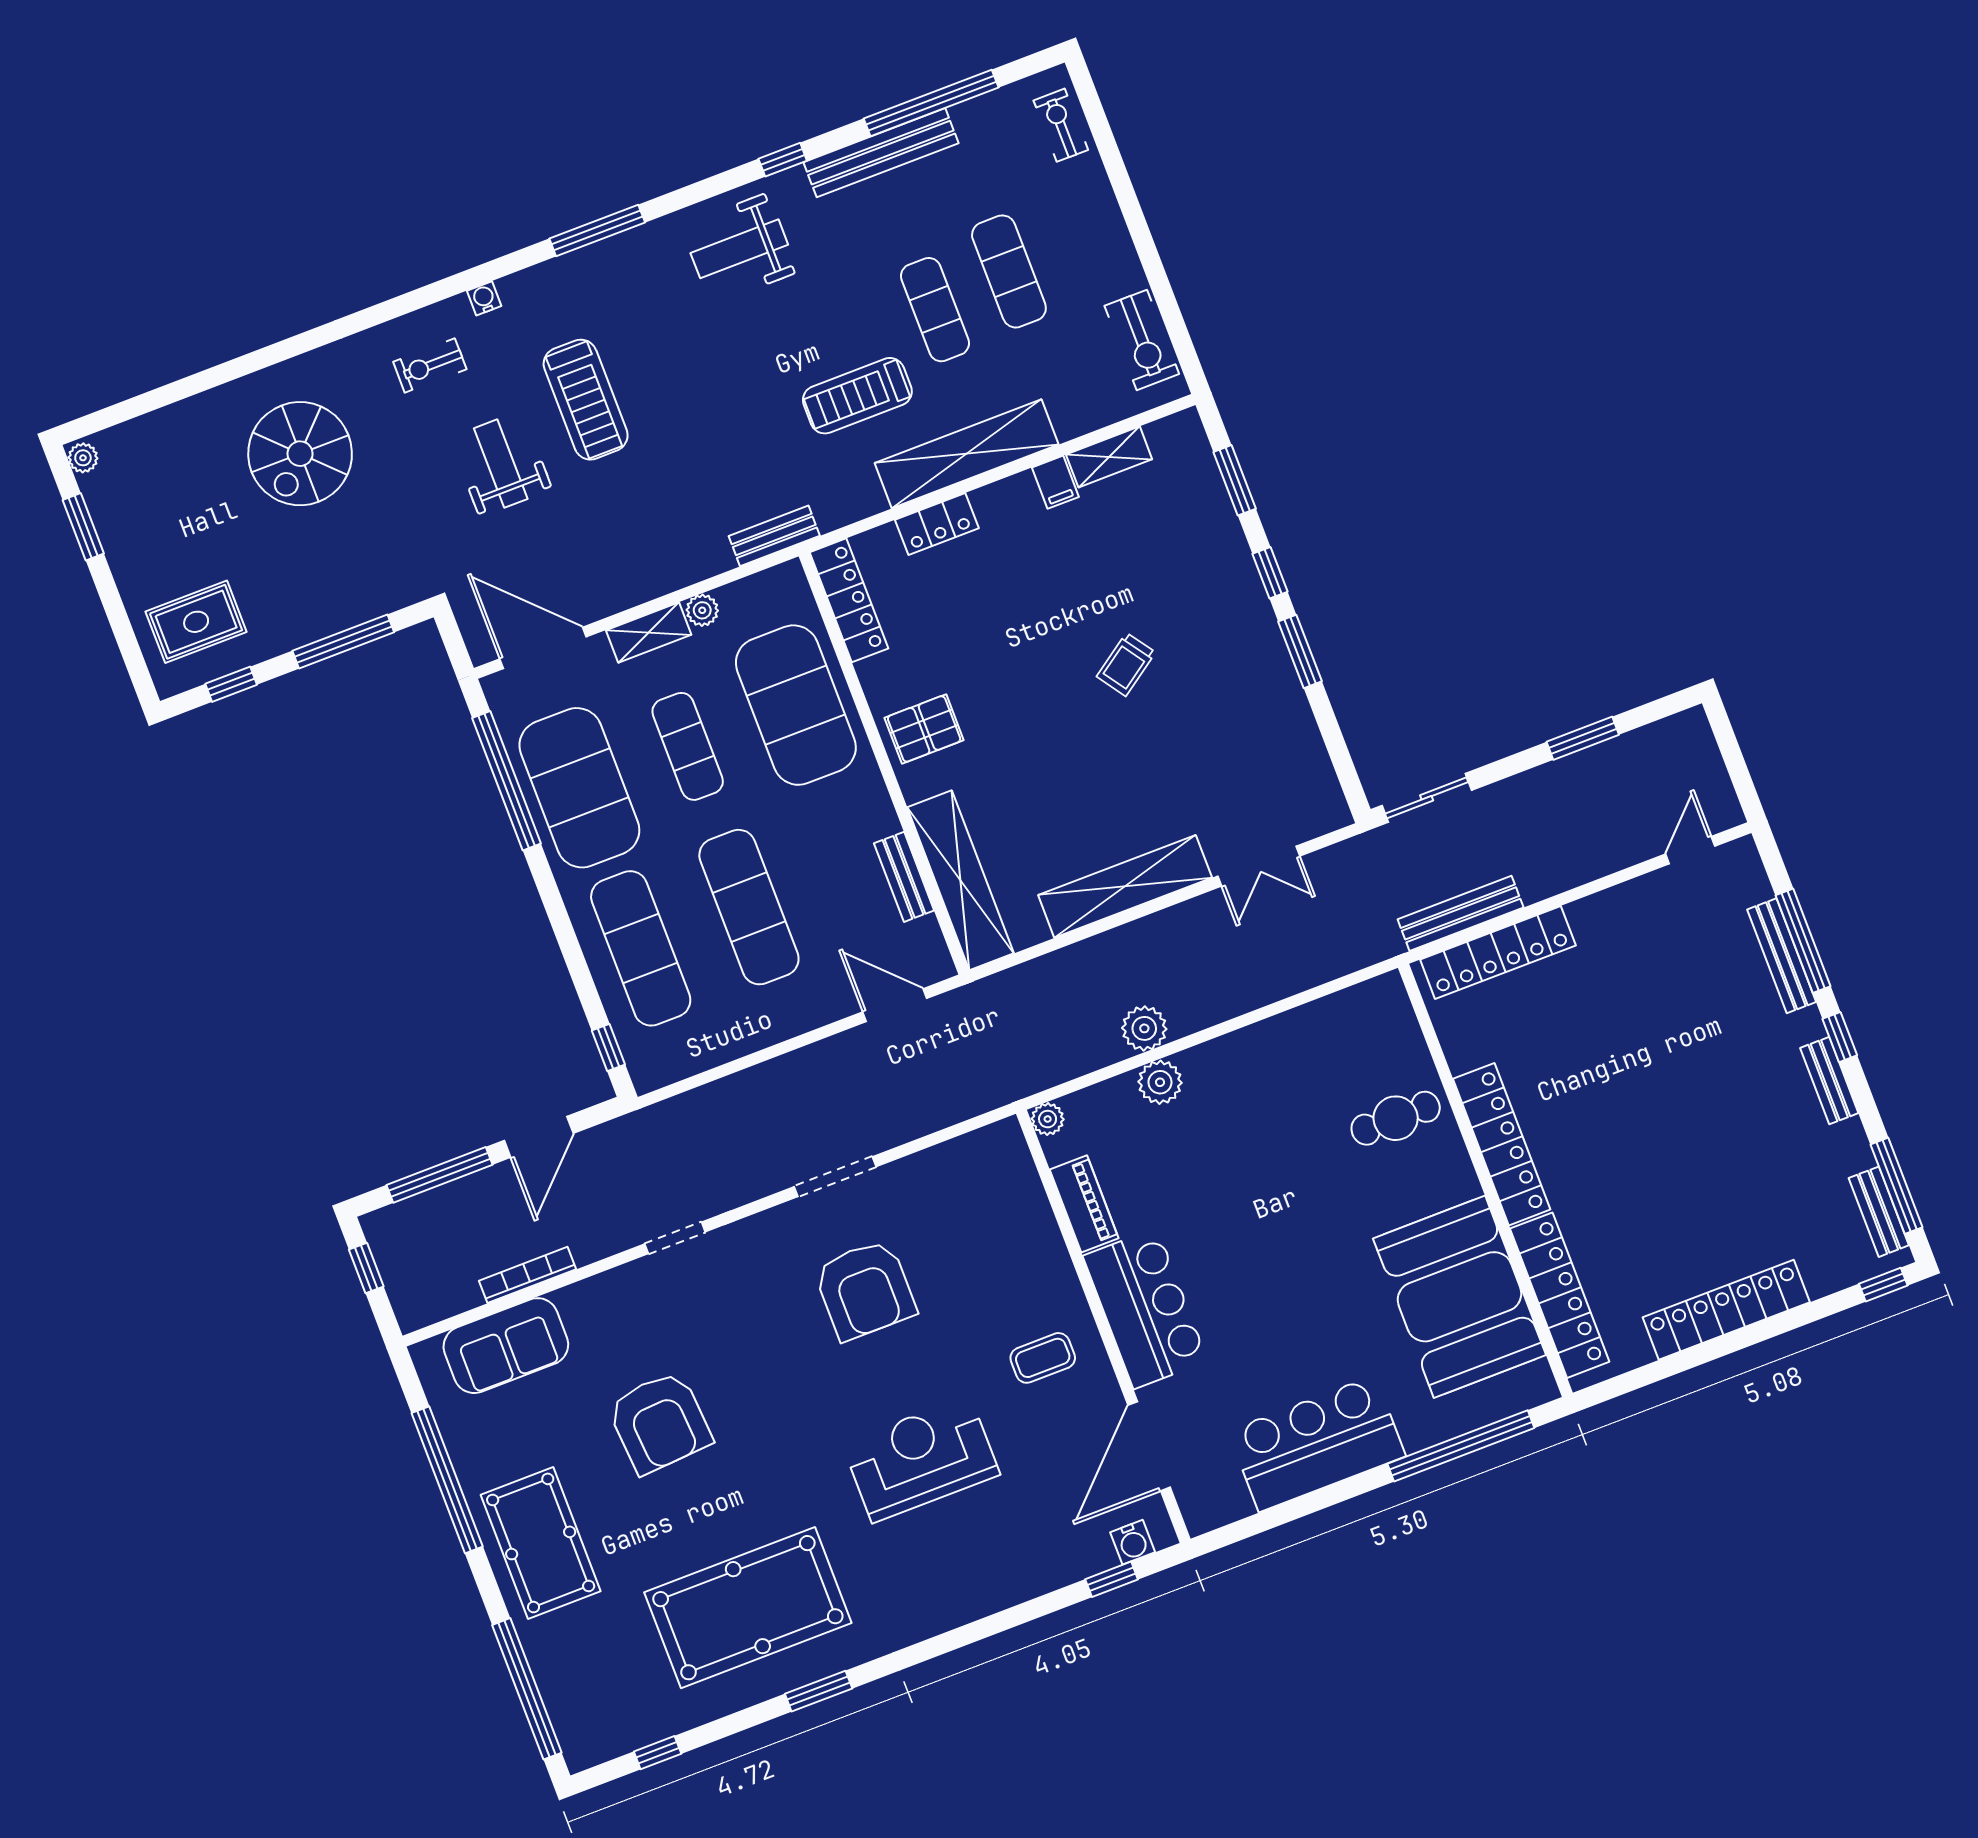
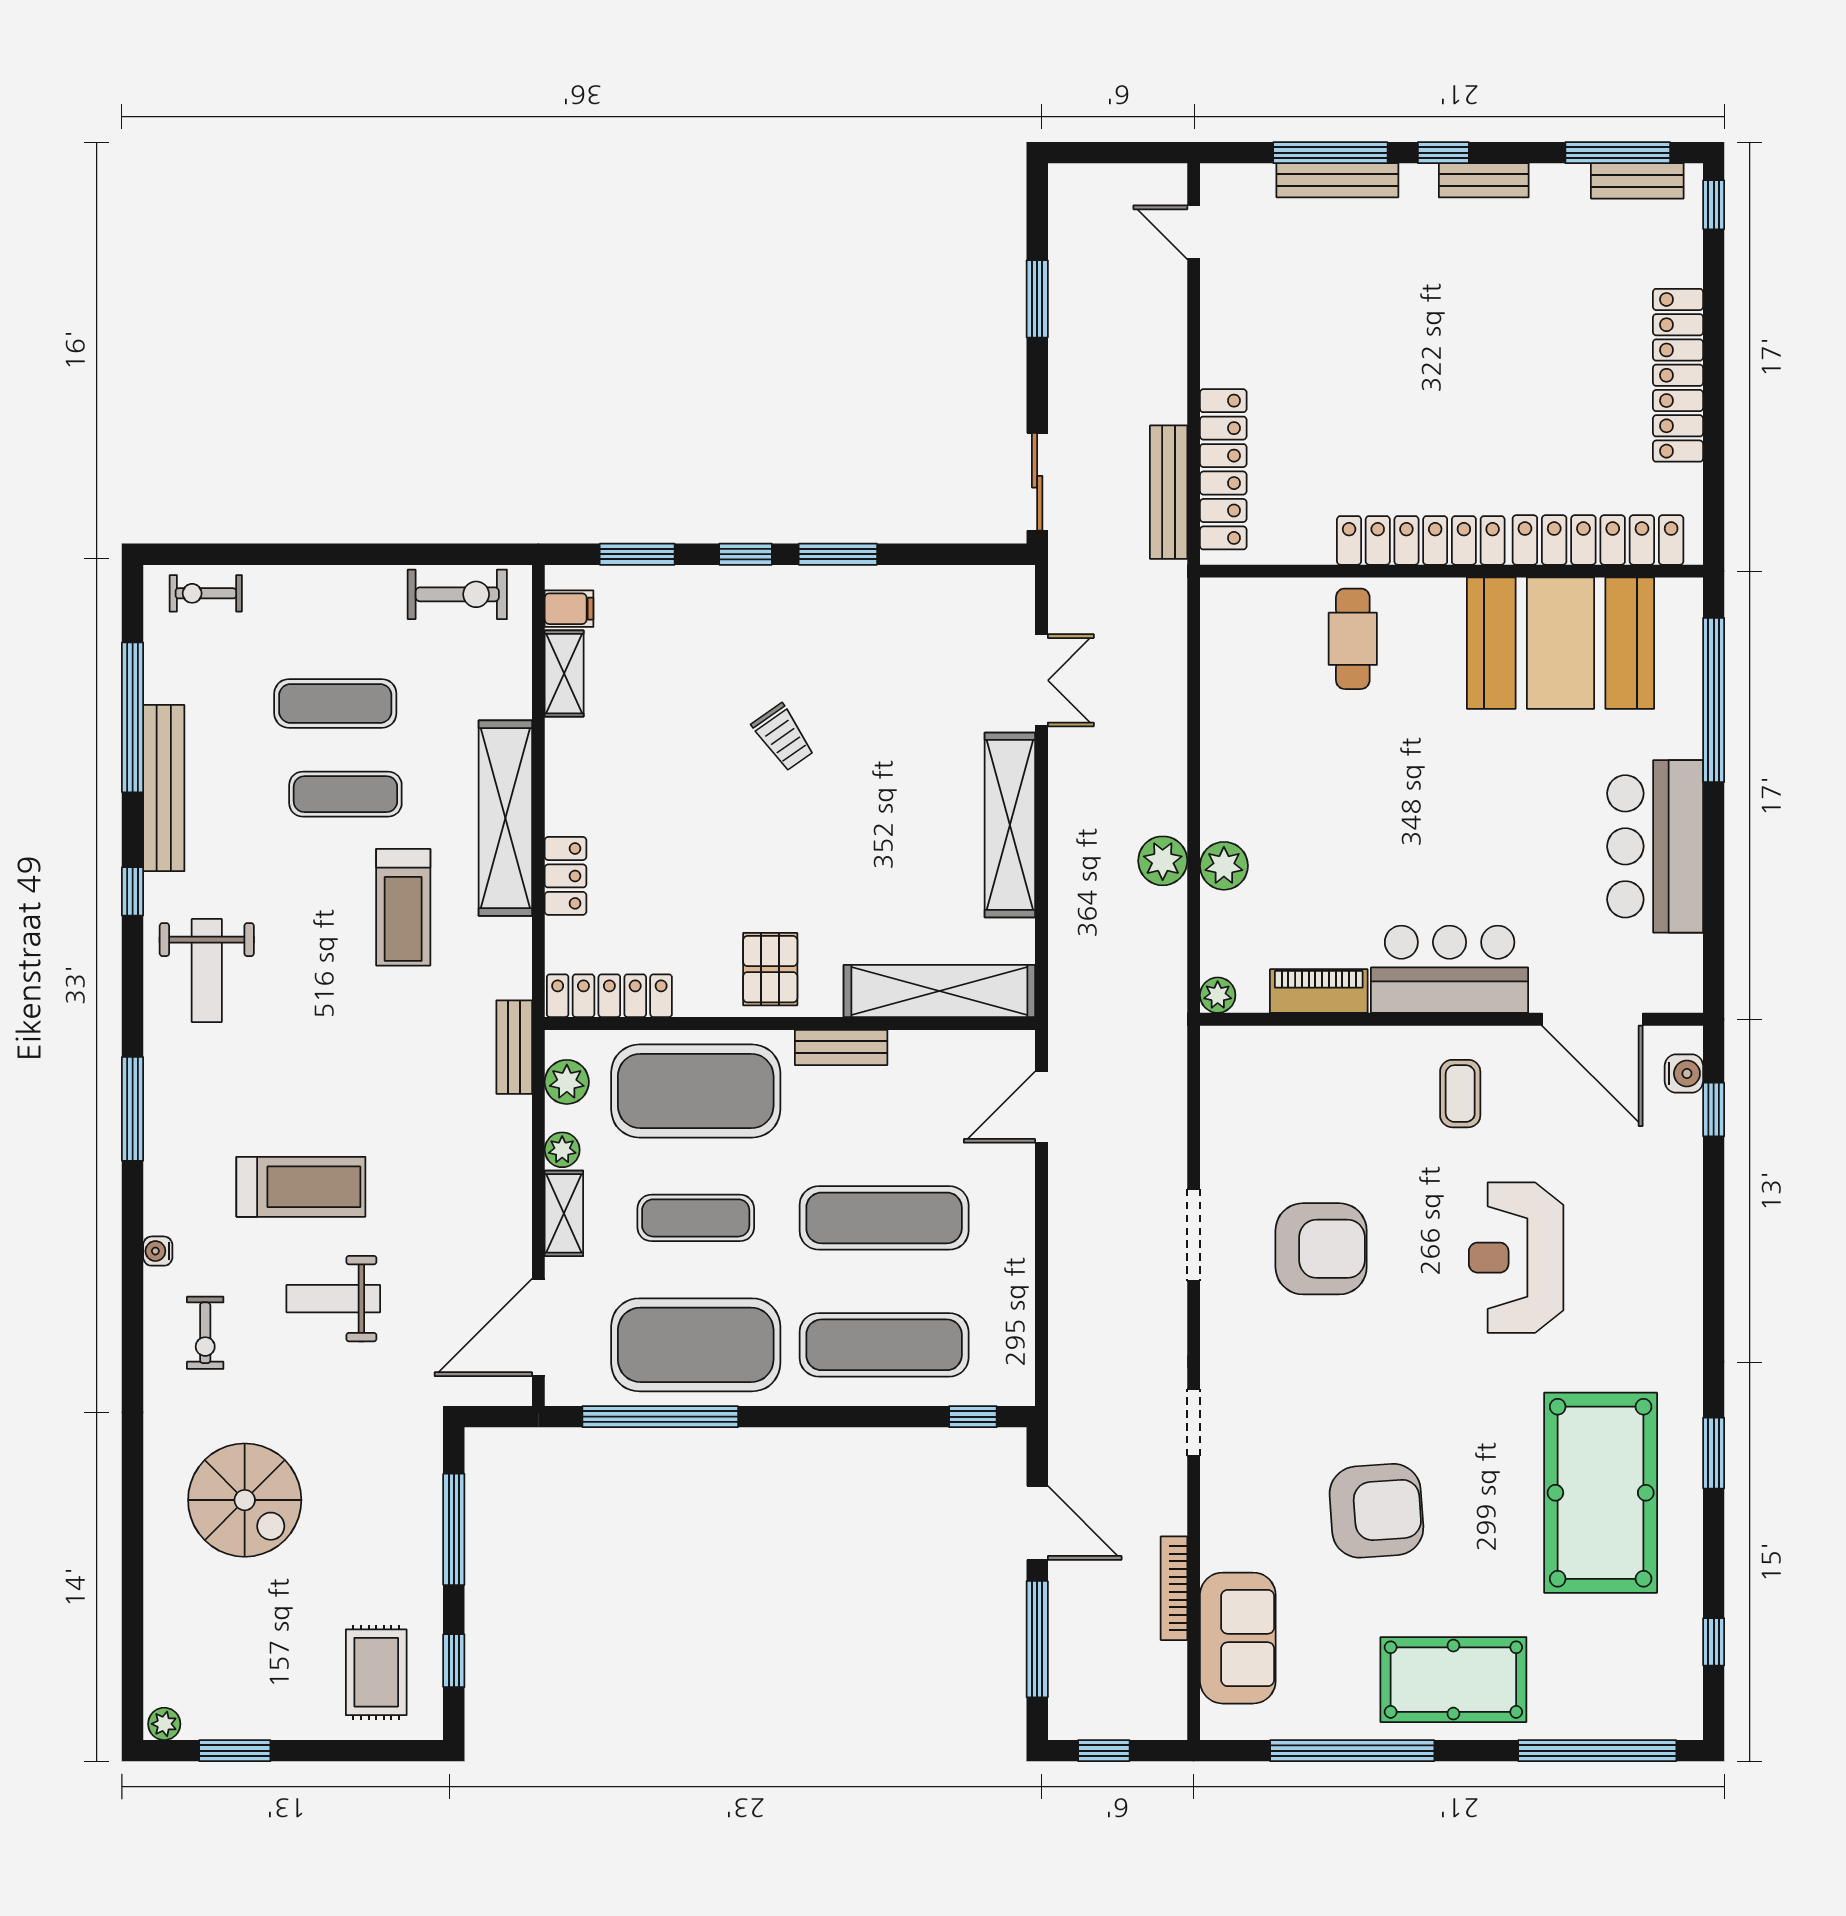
filing cabinet: (1055, 482) -> (569, 609), moved
plant: (762, 592) -> (567, 1082), added
bench: (904, 877) -> (841, 1047), moved

